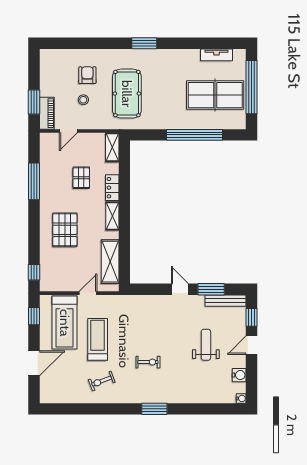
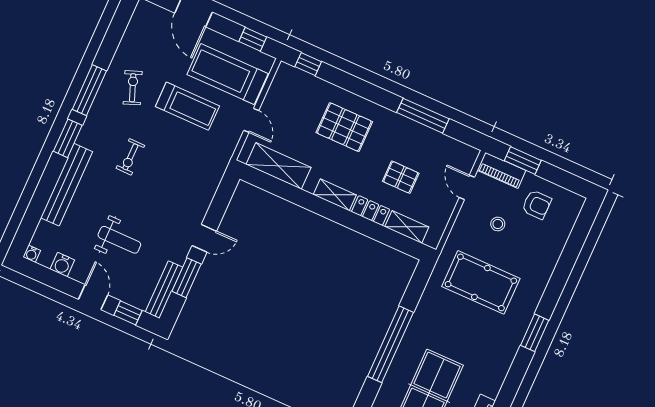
armchair: (87, 75) -> (537, 205), moved
shelving: (112, 147) -> (407, 227), moved
bench: (185, 396) -> (67, 185), added
window: (116, 409) -> (89, 90), added

